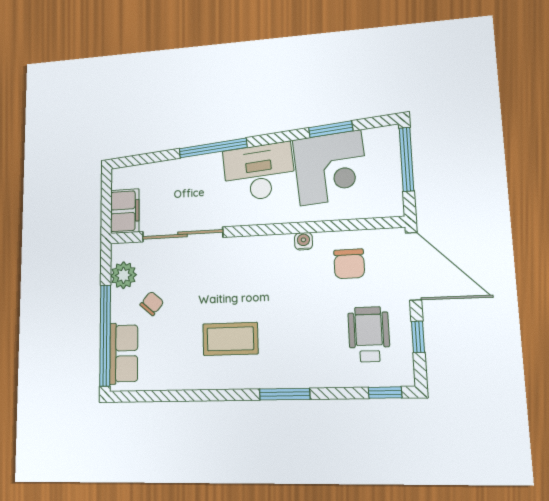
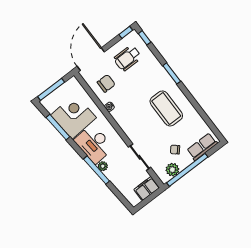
window: (331, 129) -> (58, 127), width x1.44
plant: (212, 163) -> (103, 166), added
sliding door: (182, 234) -> (140, 157), width x0.73
window: (105, 335) -> (187, 170), moved
window: (418, 337) -> (126, 32), moved
coffee table: (230, 339) -> (166, 108), width x1.36, depth x1.32

